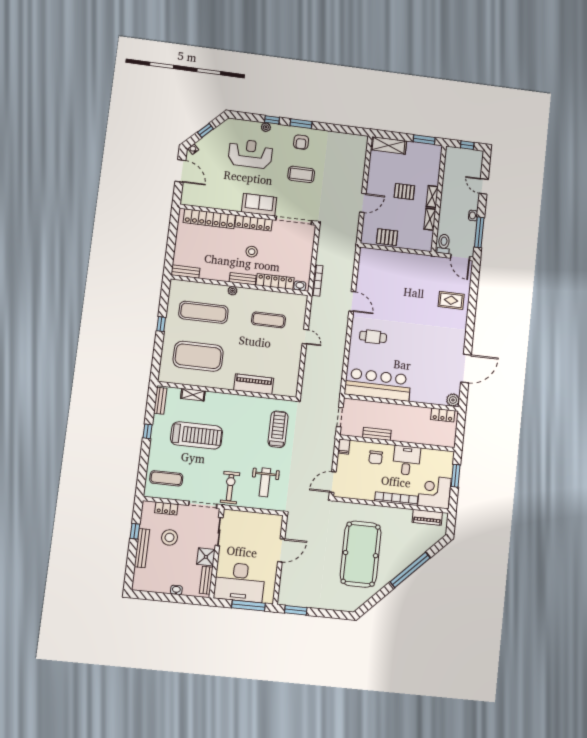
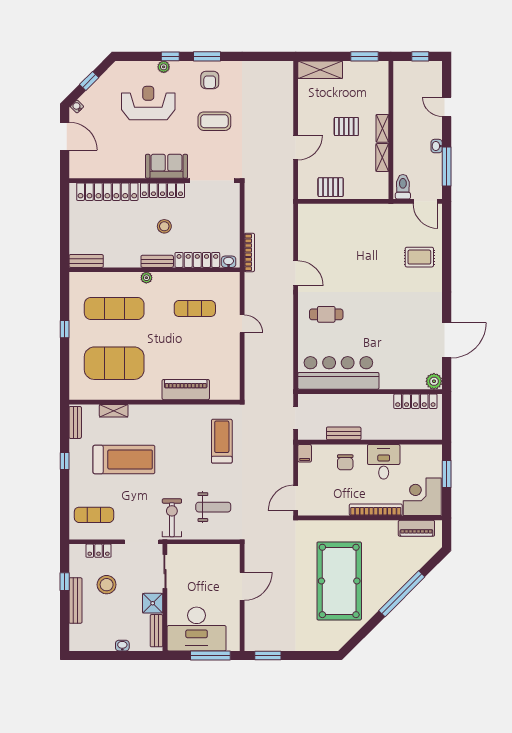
locker: (443, 415) -> (415, 401), width x1.53
weight bench: (265, 482) -> (213, 507), turned -90

